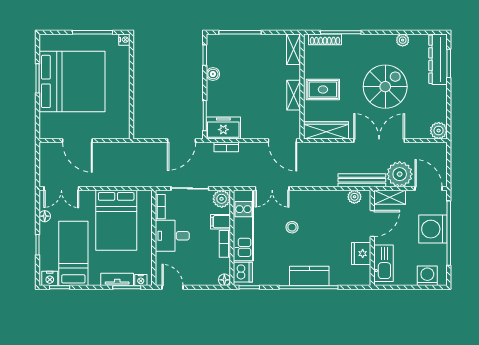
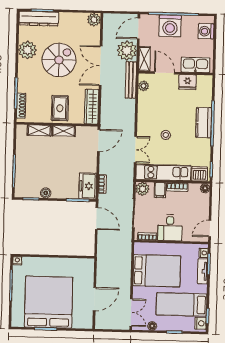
plant: (403, 40) -> (27, 50), width x1.87, depth x1.87
shelving: (294, 49) -> (39, 130), moved
spiral stairs: (385, 87) -> (59, 60), turned 90

